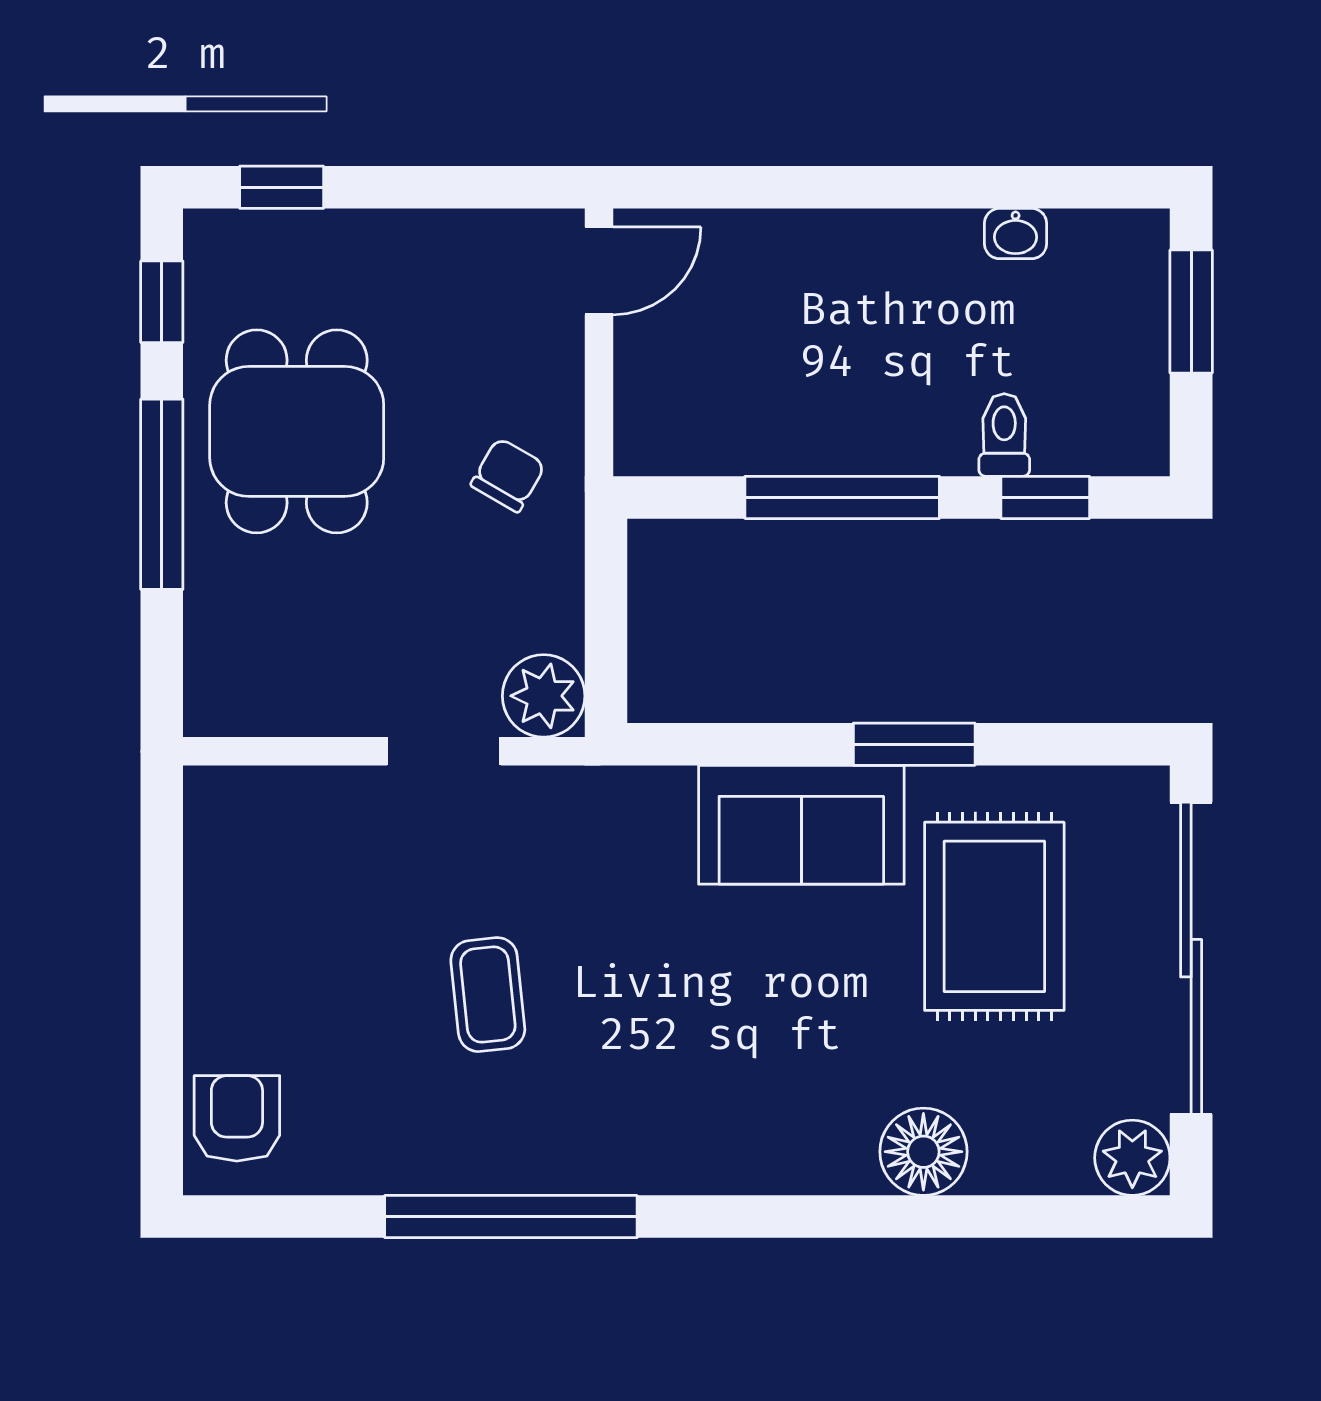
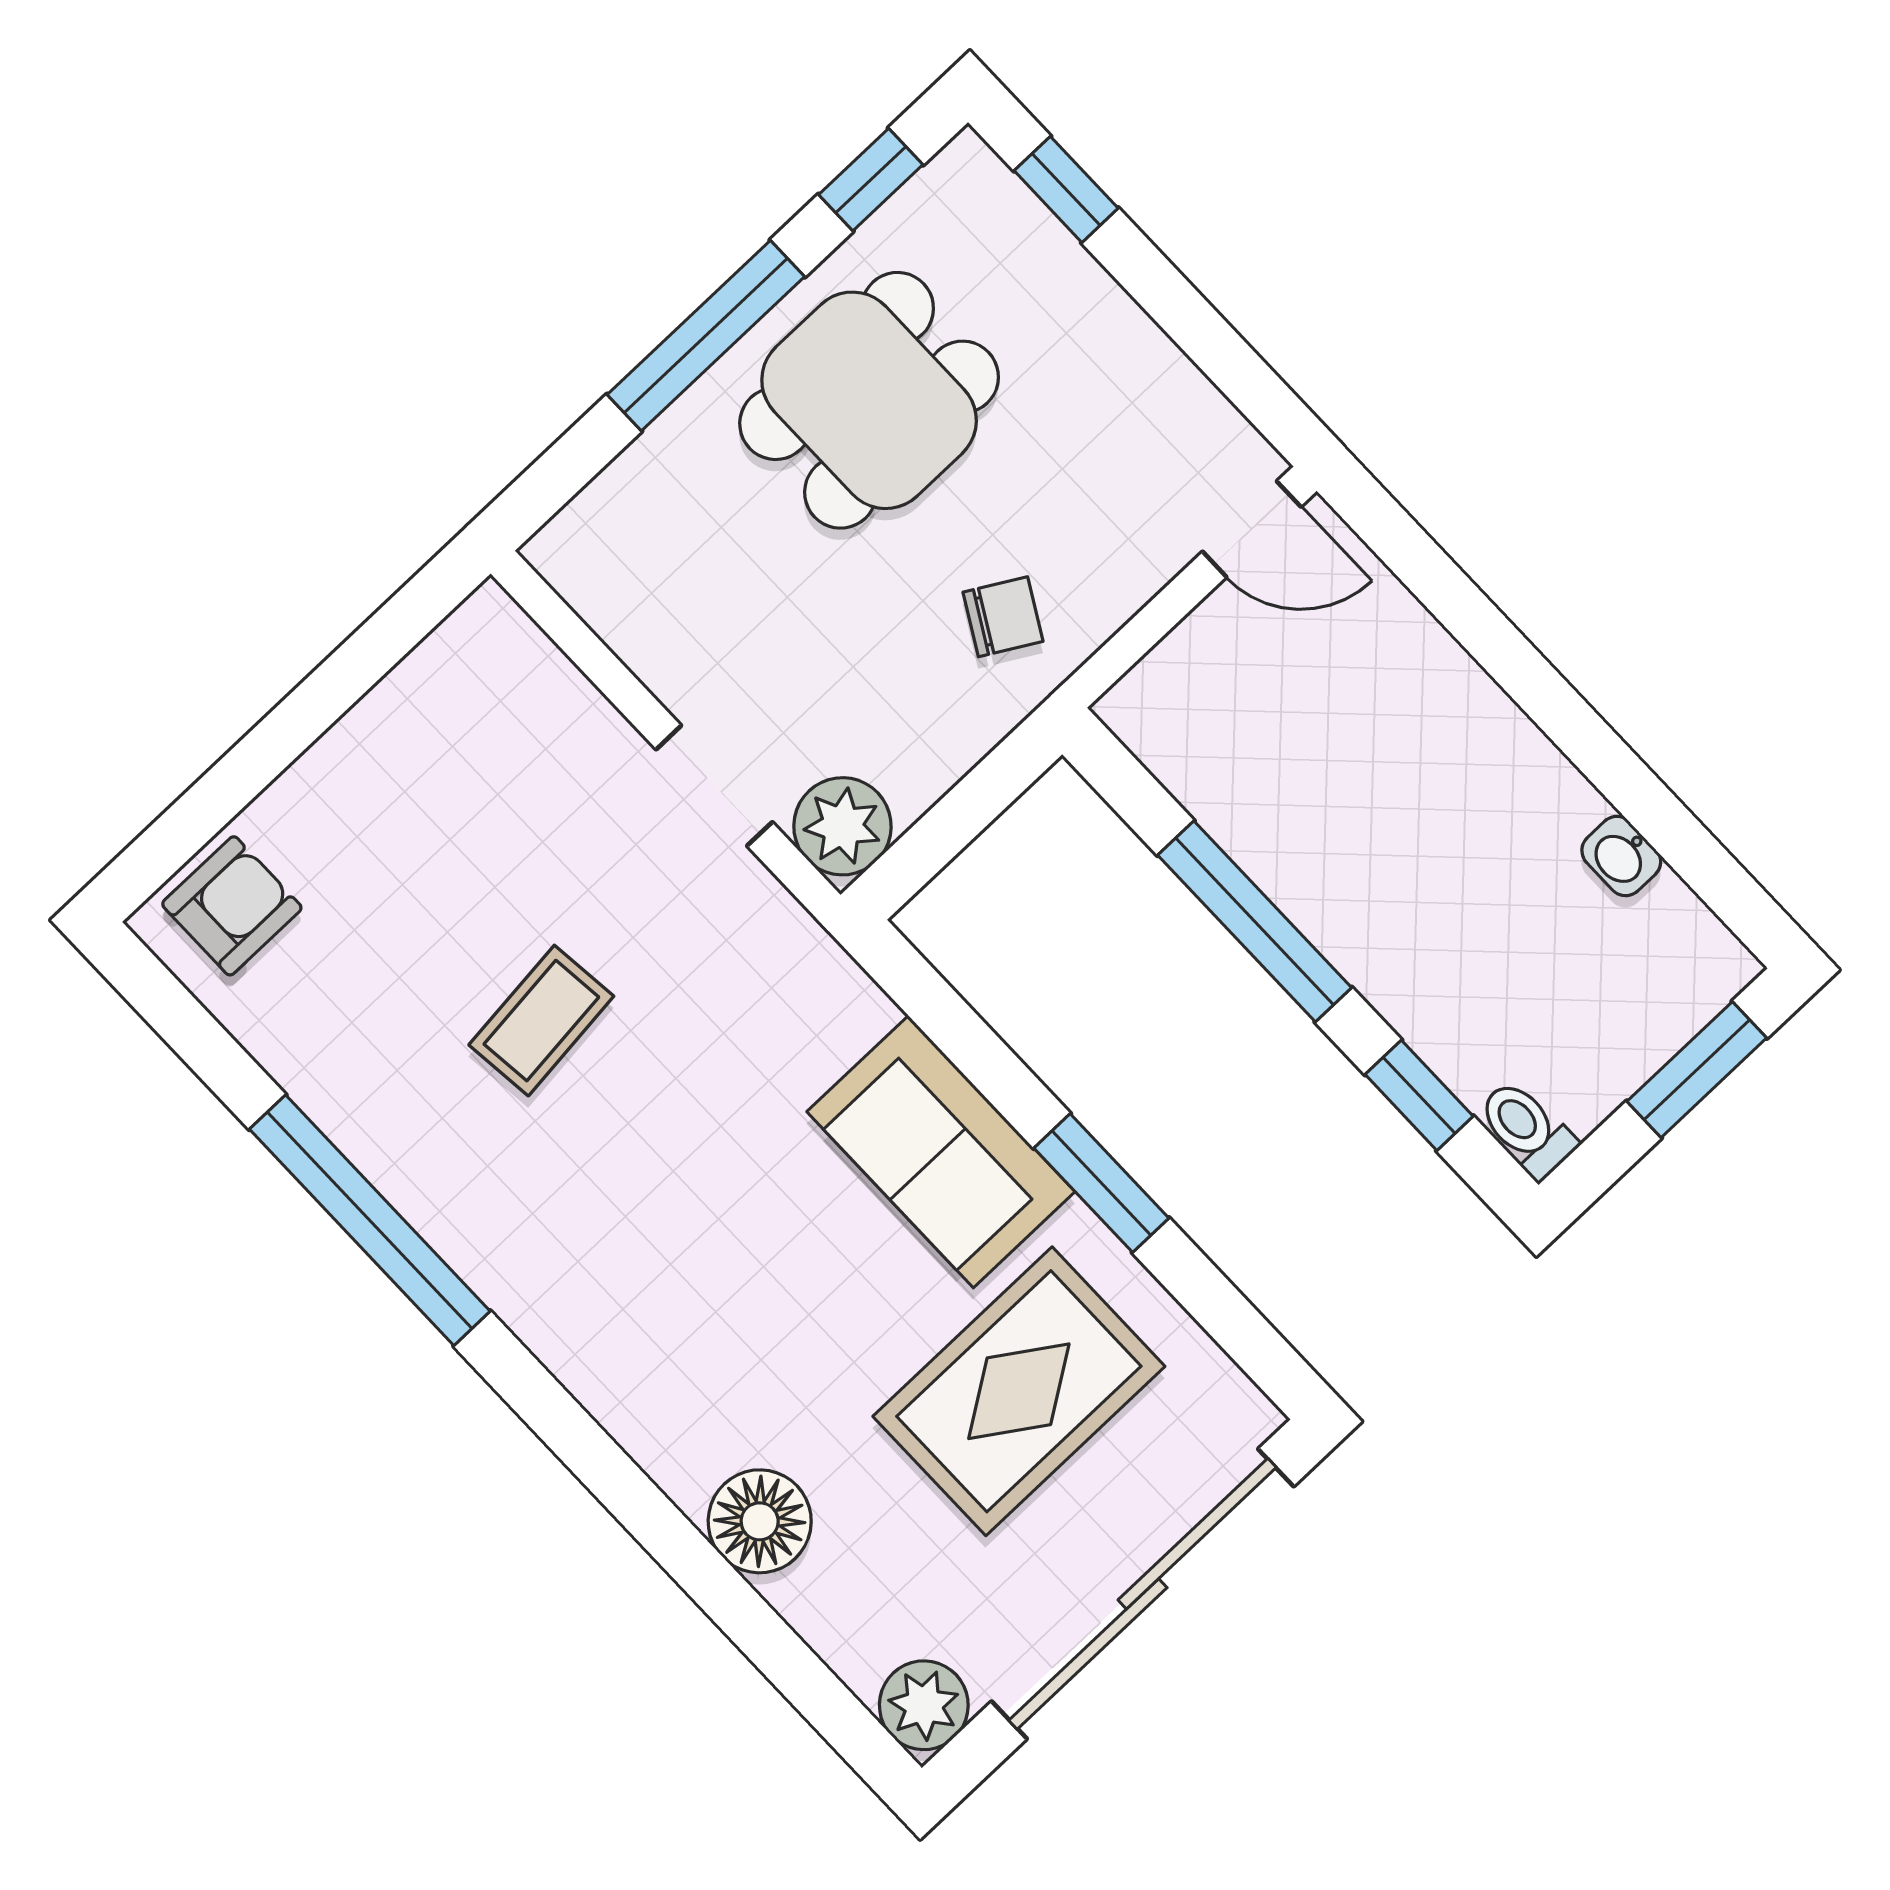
toilet: (1004, 435) -> (1527, 1129), moved, turned -90

